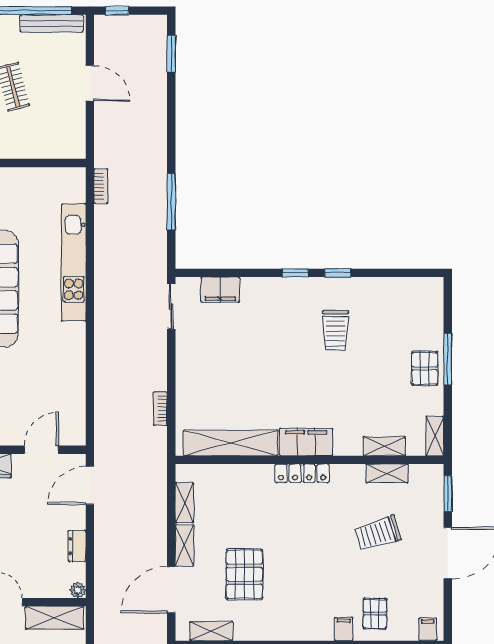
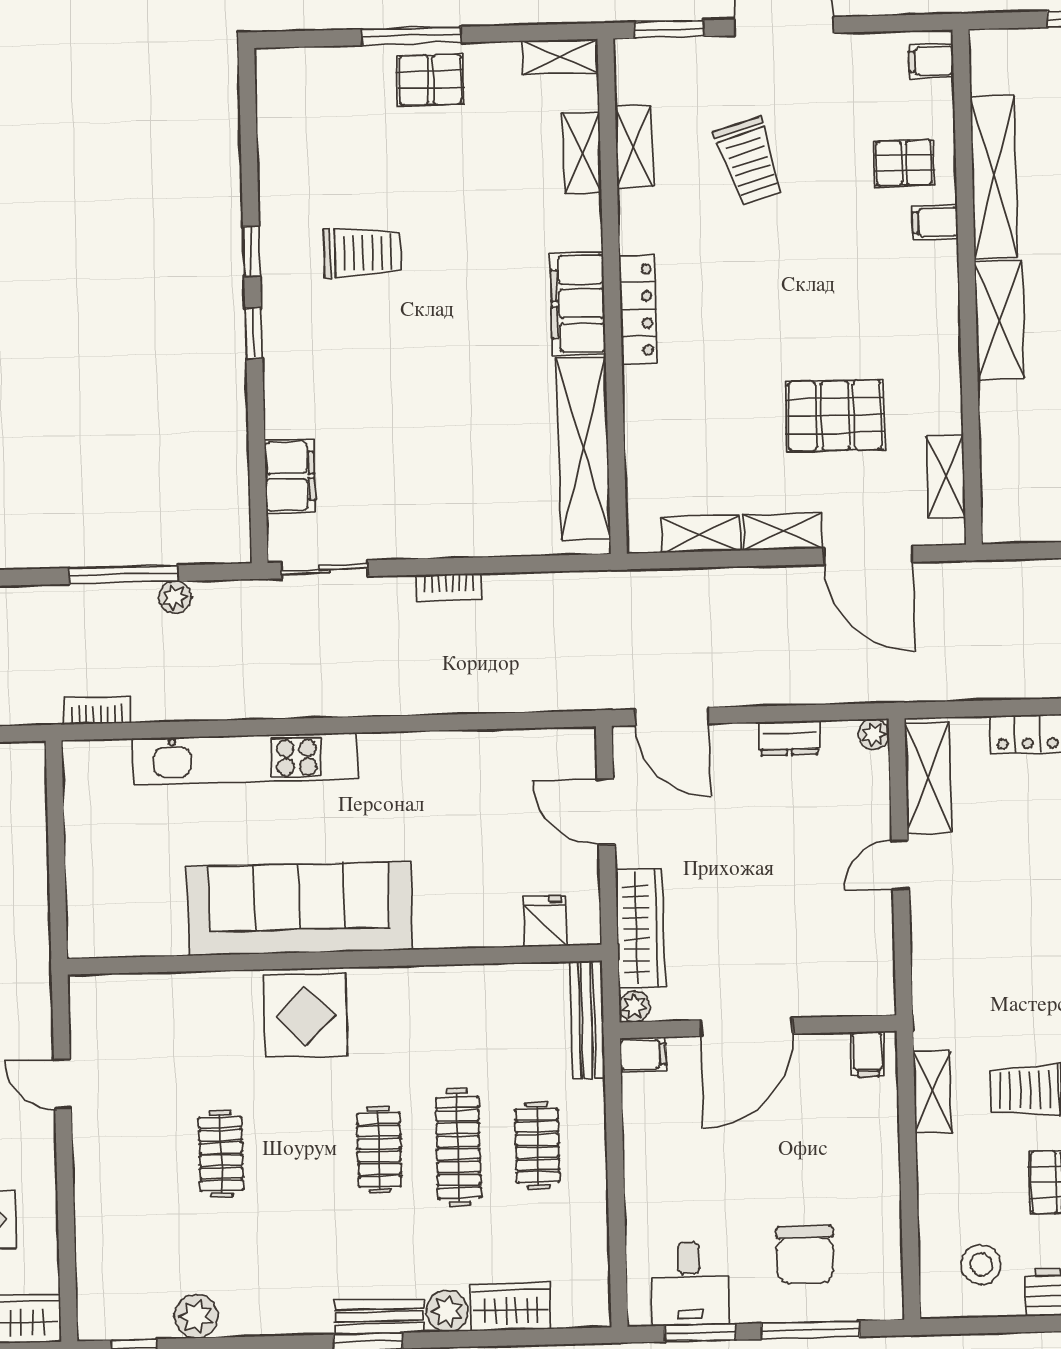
plant: (159, 228) -> (175, 597), added
bookcase: (160, 409) -> (449, 587), moved

